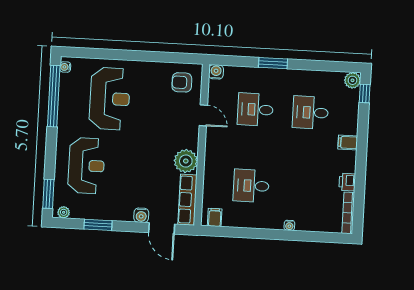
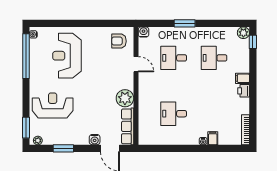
reception desk: (110, 99) -> (67, 56), turned 180
reception desk: (86, 166) -> (53, 106), turned -90
printer: (347, 182) -> (244, 91), moved
filing cabinet: (215, 217) -> (213, 138), moved

